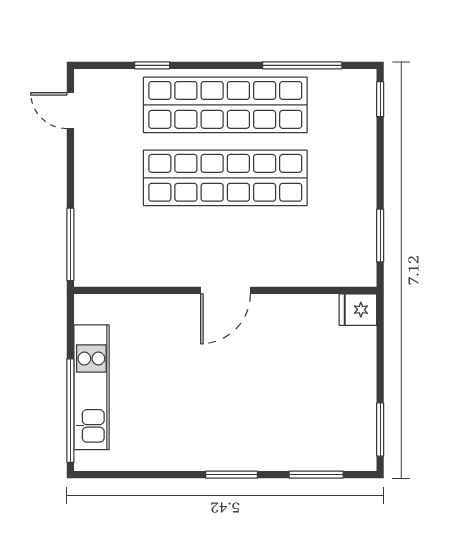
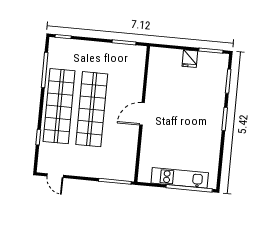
door: (70, 111) -> (55, 176), hinge flipped
door: (225, 290) -> (142, 114), swing flipped
fridge: (358, 310) -> (190, 59), moved

